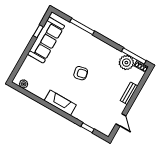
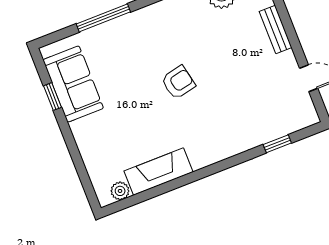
sofa: (46, 40) -> (73, 84), width x0.73
fireplace: (60, 103) -> (159, 172), moved

